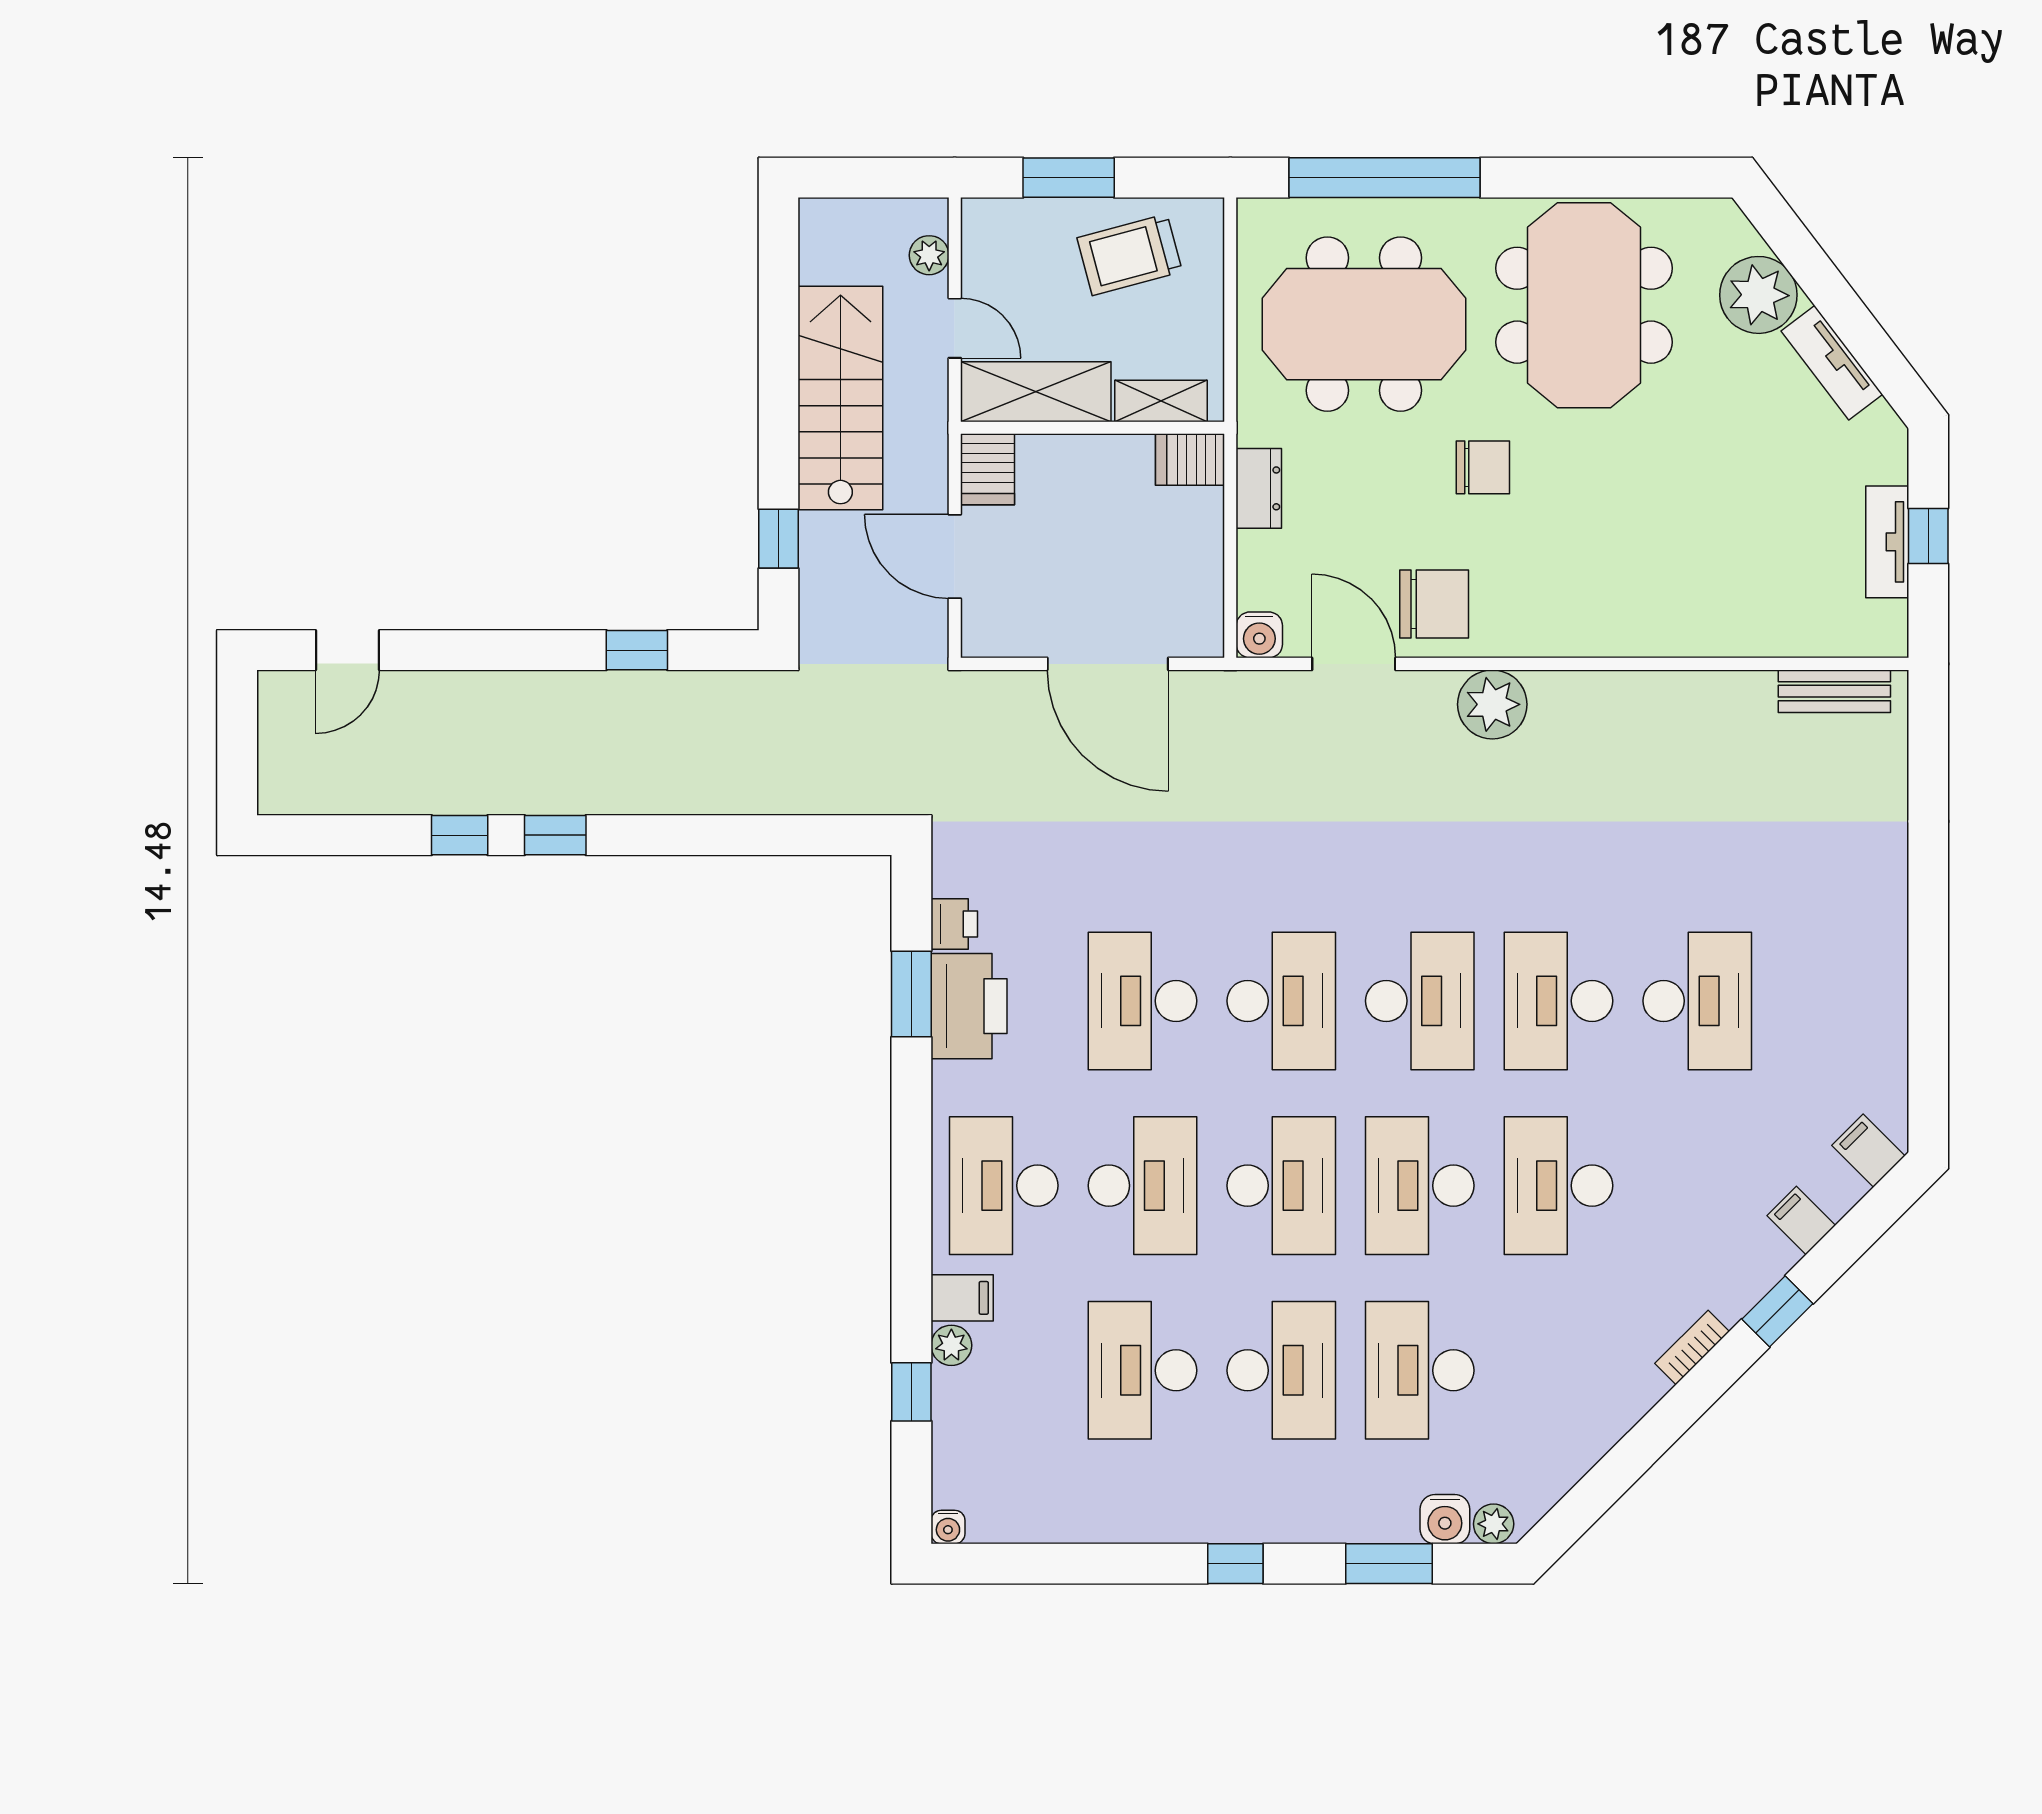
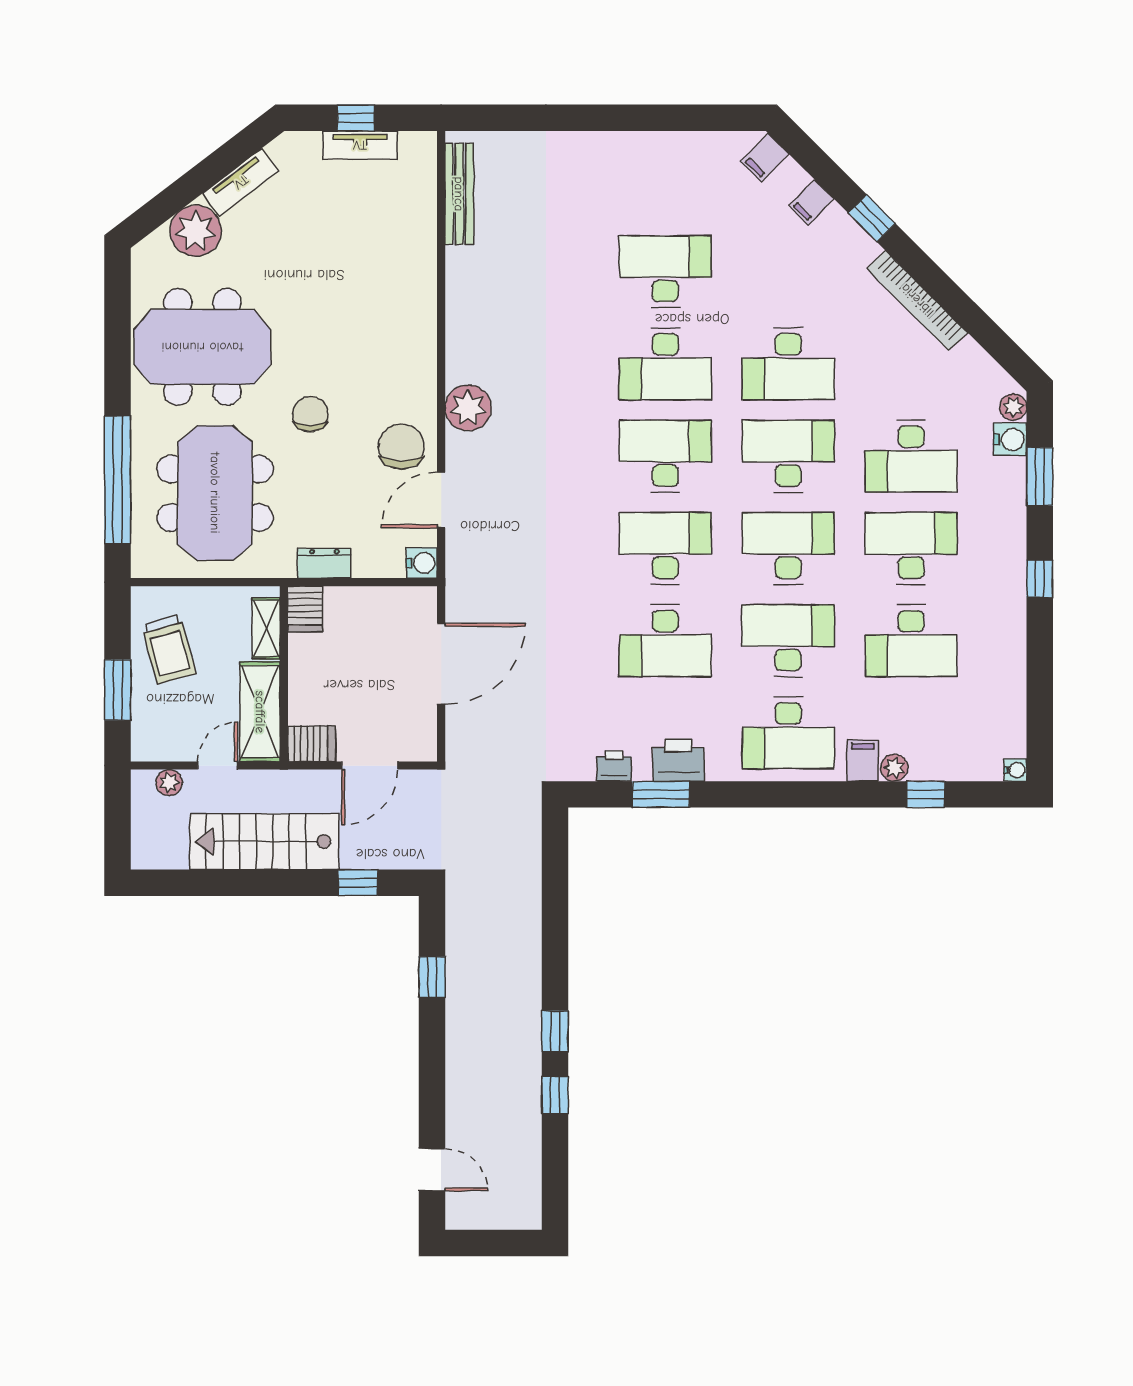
bench: (1834, 691) -> (459, 194), width x1.36
printer: (969, 1006) -> (678, 760), width x0.73, depth x0.84
desk: (1420, 1186) -> (788, 456), turned 180
bookcase: (1692, 1347) -> (917, 300), width x2.31, depth x1.31

